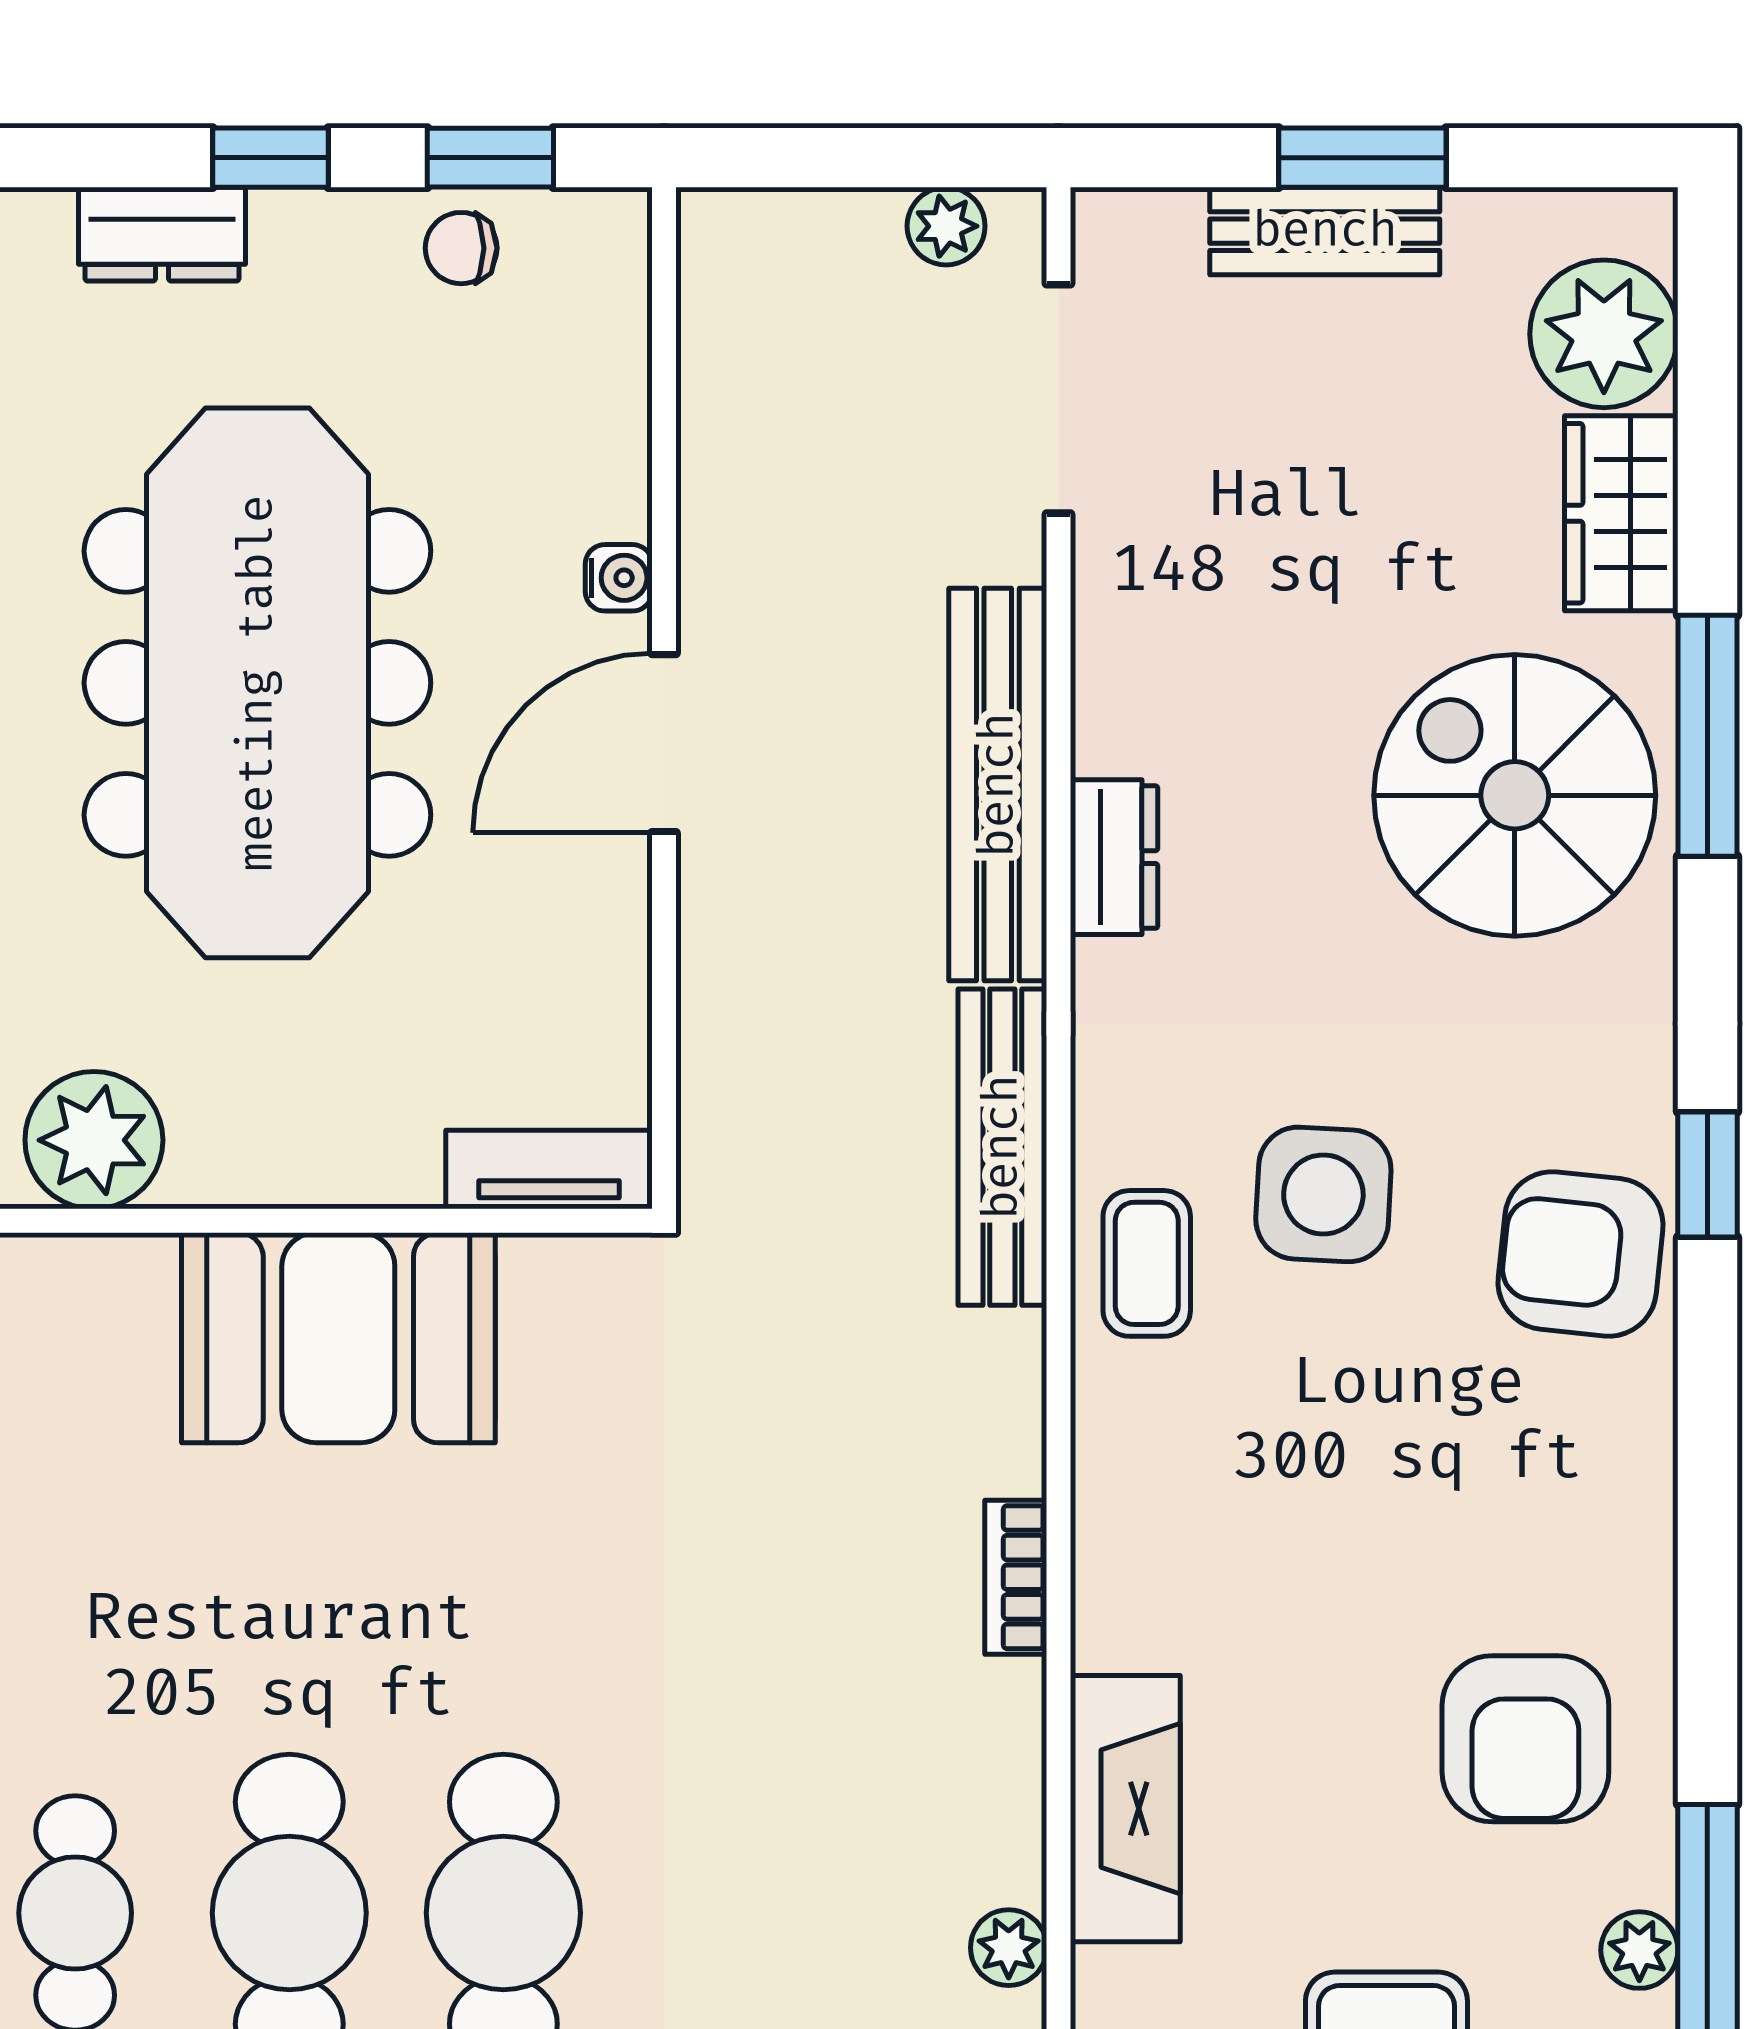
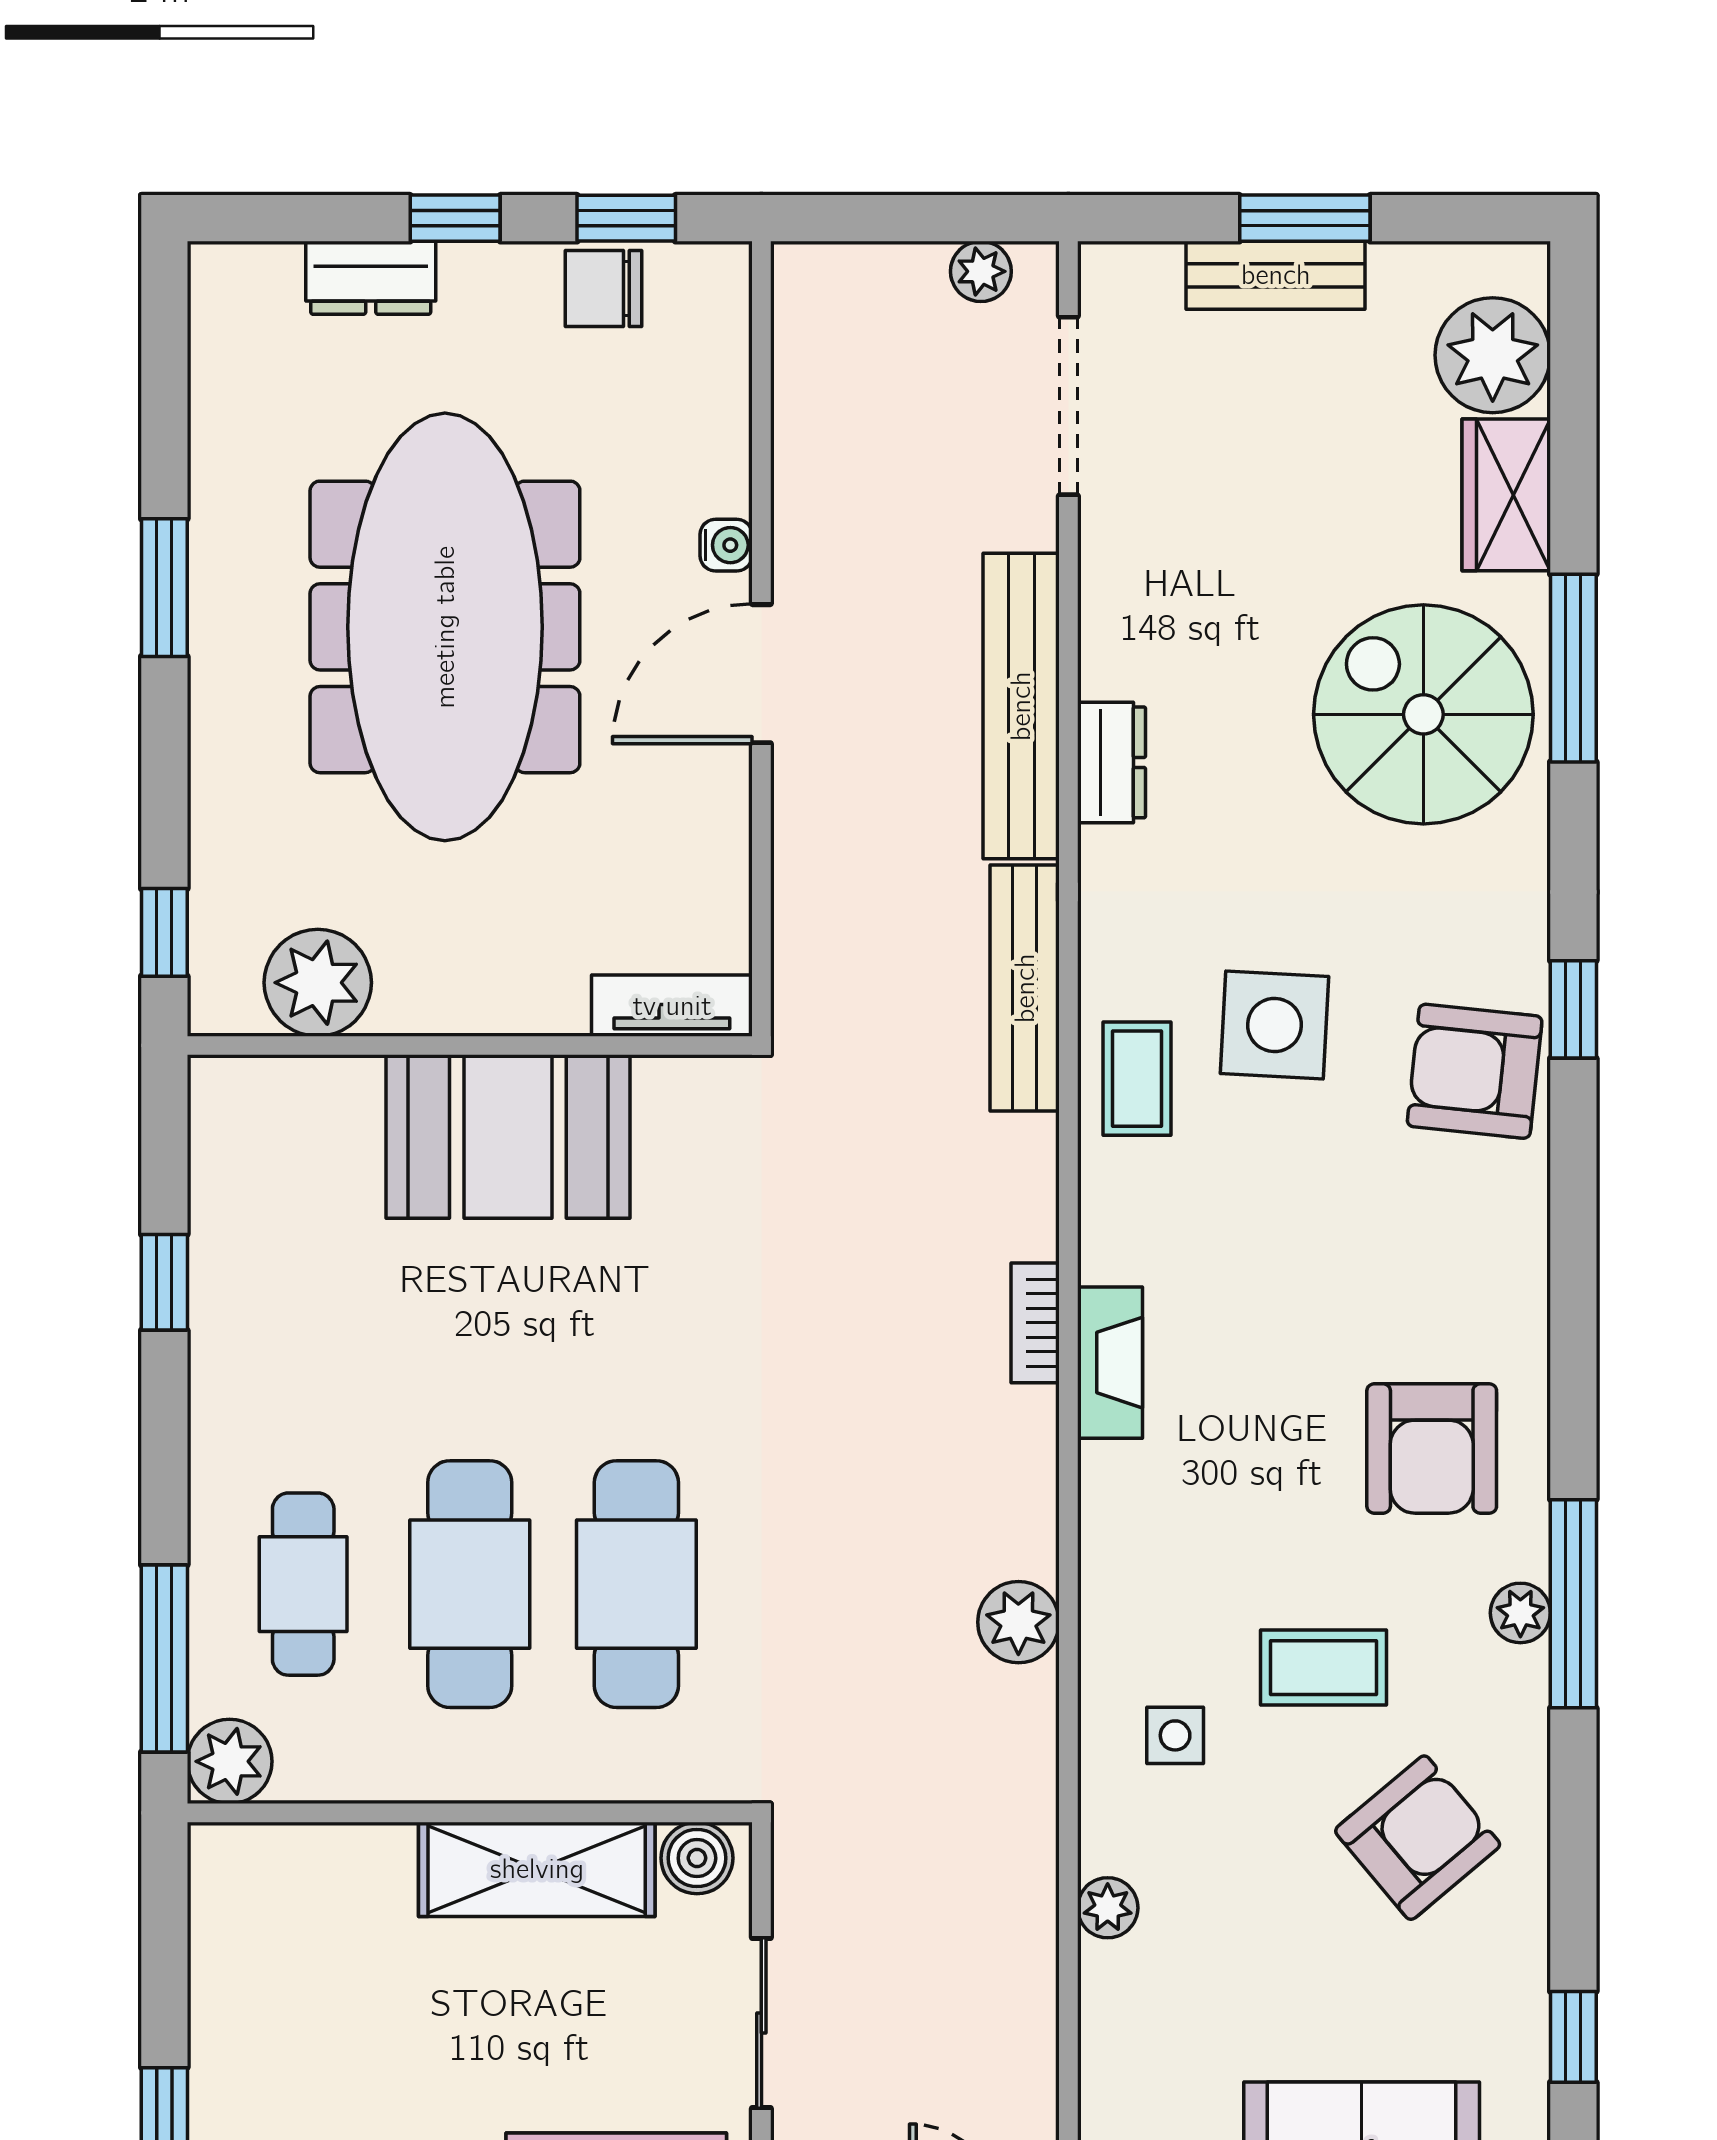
chair: (461, 248) -> (604, 289), width x1.37, depth x1.37
fireplace: (1125, 1809) -> (1110, 1363), moved, width x0.73, depth x0.76
plant: (1009, 1948) -> (1018, 1622), width x1.38, depth x1.38

